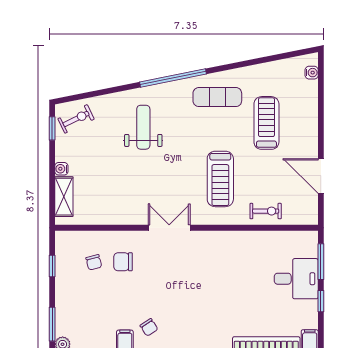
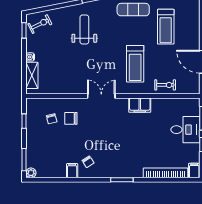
treadmill: (266, 123) -> (166, 27), turned 180
filing cabinet: (227, 242) -> (140, 105), added

